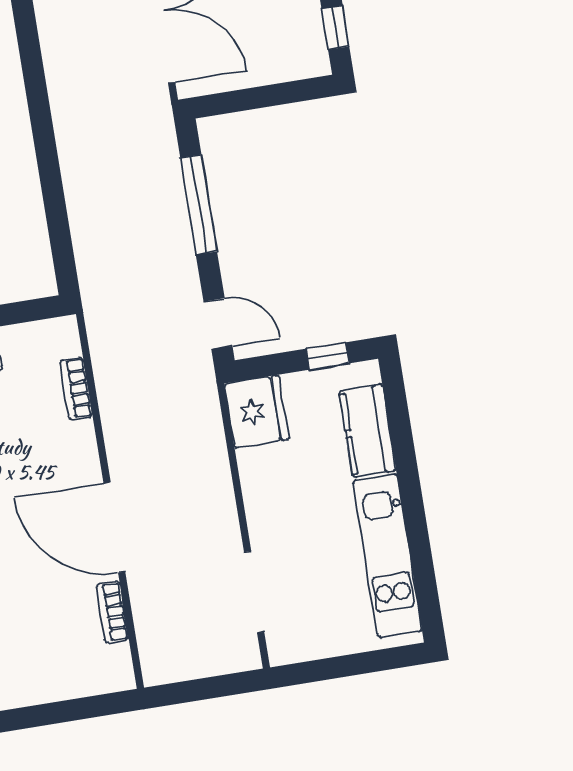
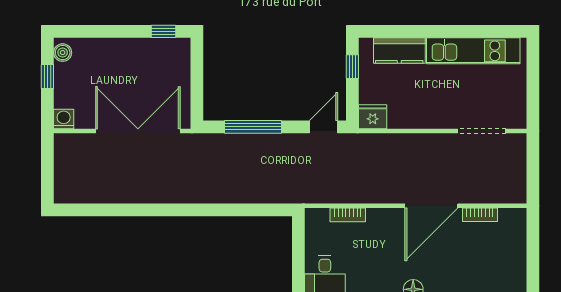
fridge: (257, 411) -> (373, 117), width x0.73, depth x0.75

